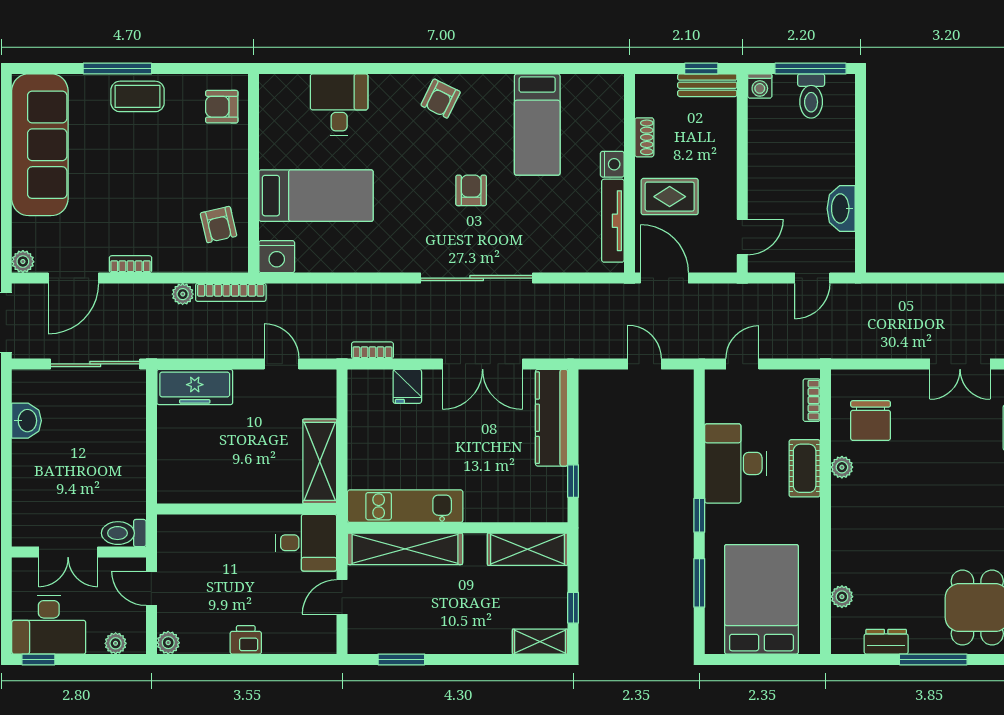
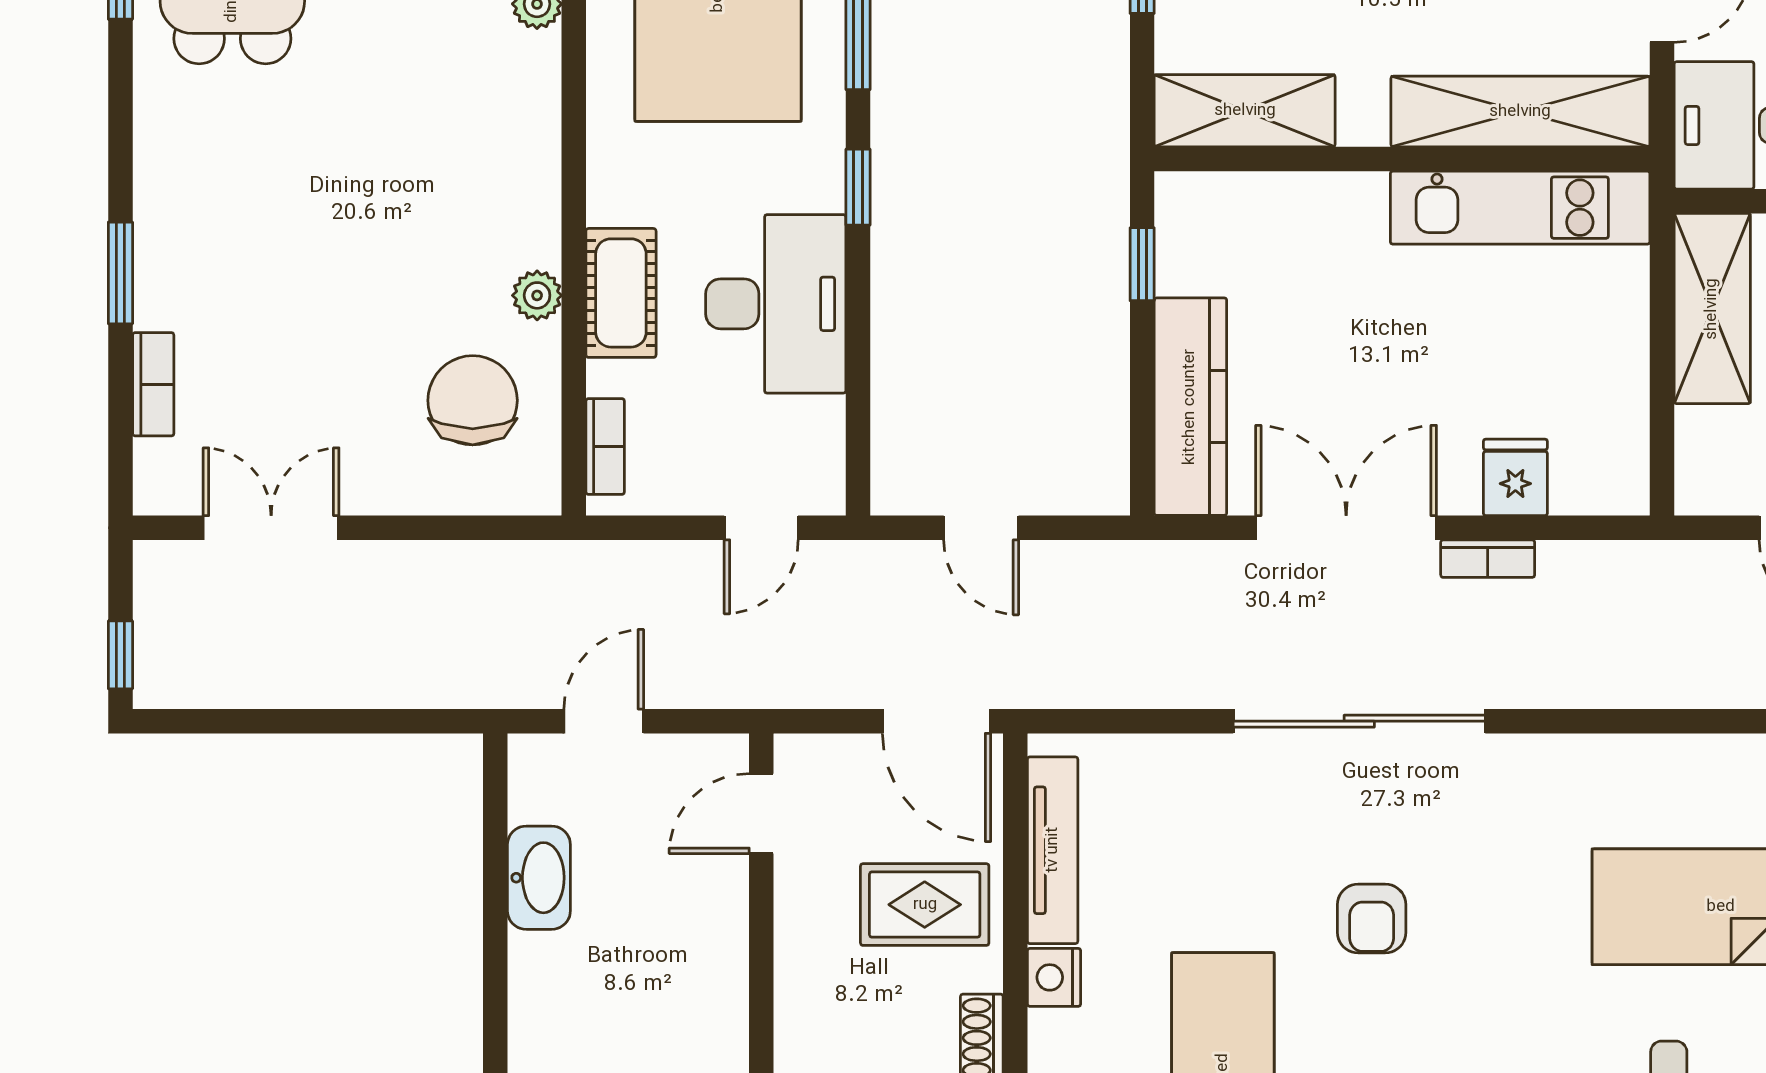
bookcase: (372, 350) -> (1488, 559), moved

